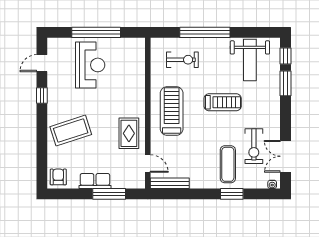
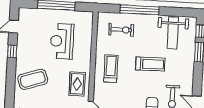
reception desk: (90, 65) -> (62, 41), moved, turned 180
treadmill: (172, 111) -> (111, 69), width x0.73, depth x0.73

